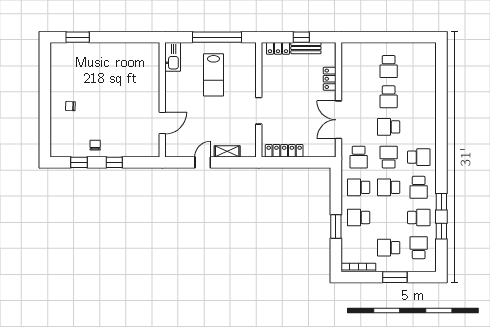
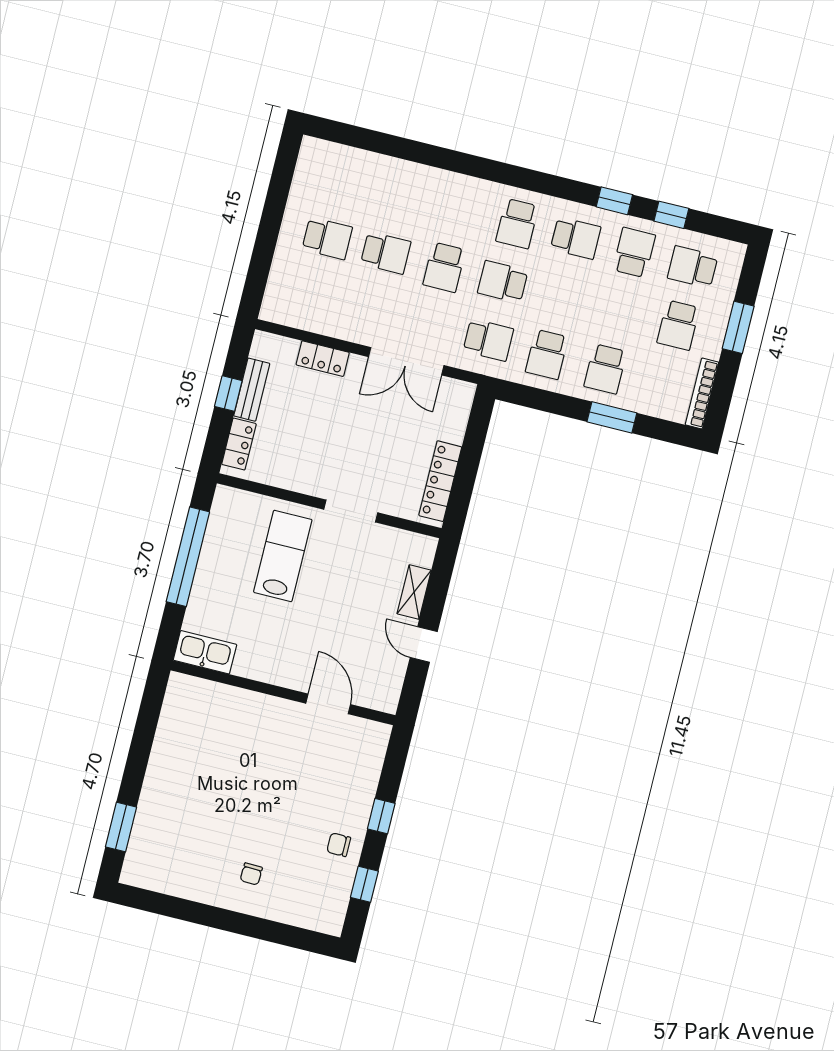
lab bench: (214, 75) -> (283, 556), moved, turned -90
school desk: (419, 157) -> (517, 224), turned 180
school desk: (389, 187) -> (561, 296), removed

